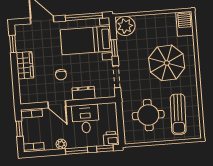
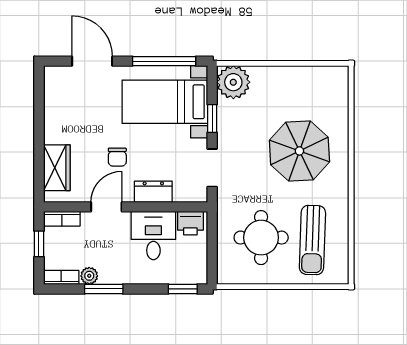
barbecue: (185, 24) -> (335, 86), removed
window: (13, 44) -> (39, 98), removed
wardrobe: (25, 65) -> (57, 168), moved
door: (57, 104) -> (106, 207), swing flipped
printer: (111, 138) -> (190, 223), moved, turned 180
plant: (61, 144) -> (89, 276), moved
window: (77, 151) -> (104, 289), moved

